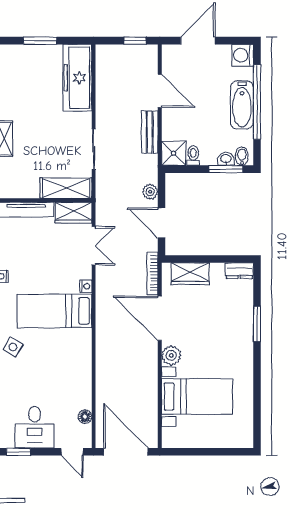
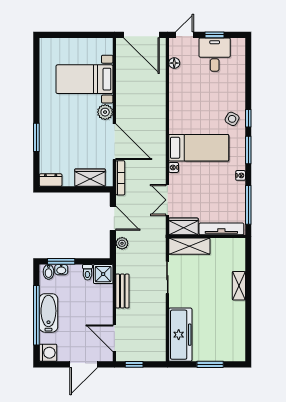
door: (160, 91) -> (114, 338), moved
window: (18, 452) -> (215, 35), moved
door: (72, 452) -> (185, 35), hinge flipped

